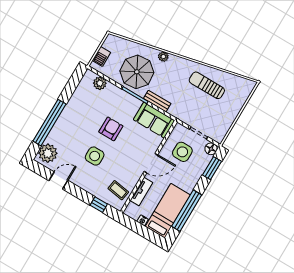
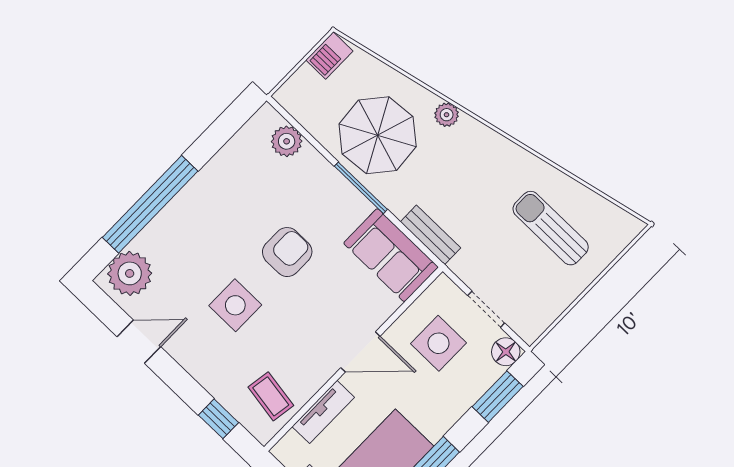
barbecue: (101, 56) -> (329, 55), moved
sun lounger: (207, 85) -> (551, 228), moved
bench: (157, 101) -> (430, 235), moved

